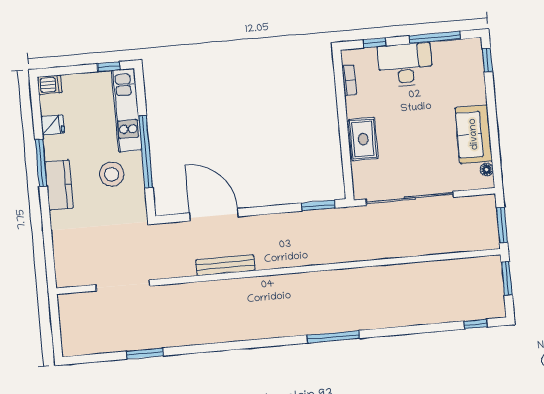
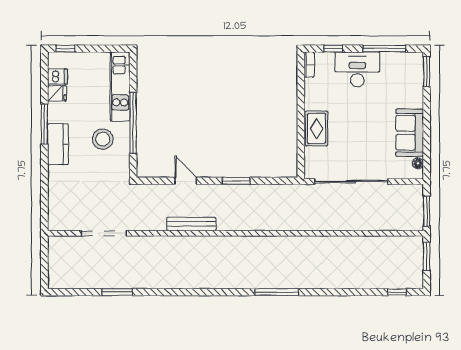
window: (487, 60) -> (427, 72), width x1.50
window: (109, 67) -> (65, 49), moved
bookcase: (349, 80) -> (309, 64), moved
dishwasher: (50, 85) -> (58, 77), moved
window: (318, 205) -> (236, 181), moved
door: (214, 215) -> (186, 181), width x0.53

